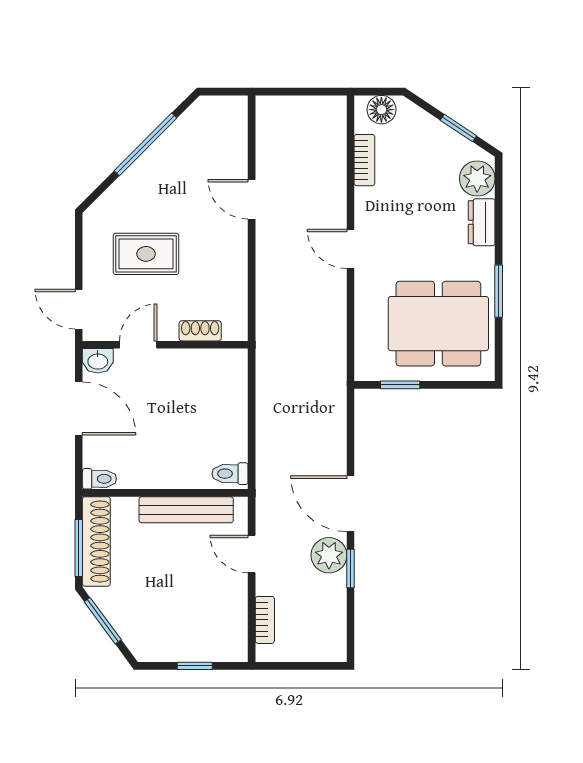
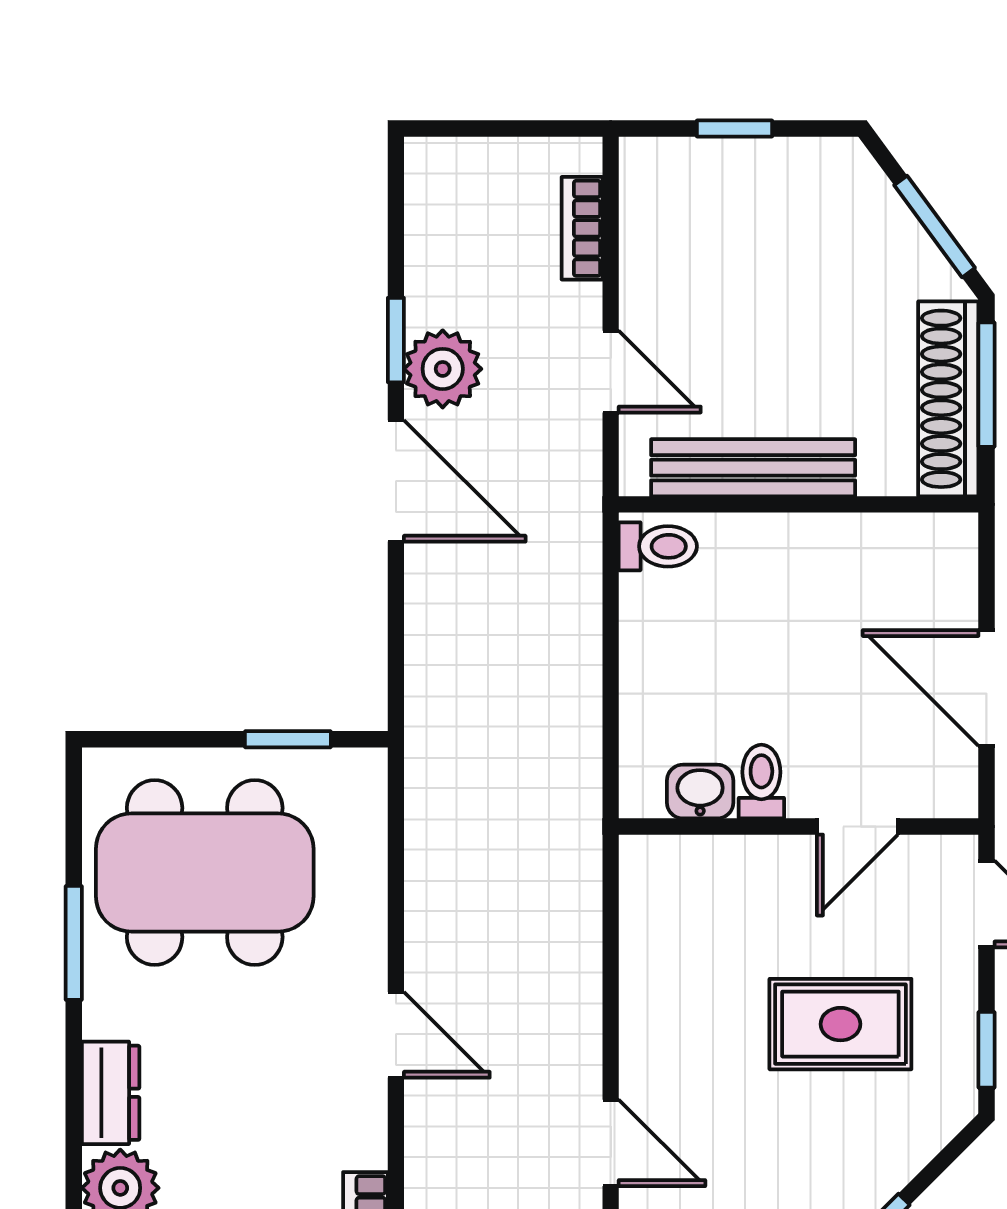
window: (79, 242) -> (986, 1050), added
shoe rack: (200, 331) -> (723, 857), removed
washbasin: (98, 361) -> (700, 792), moved
toilet: (99, 479) -> (761, 782), moved, turned 90

